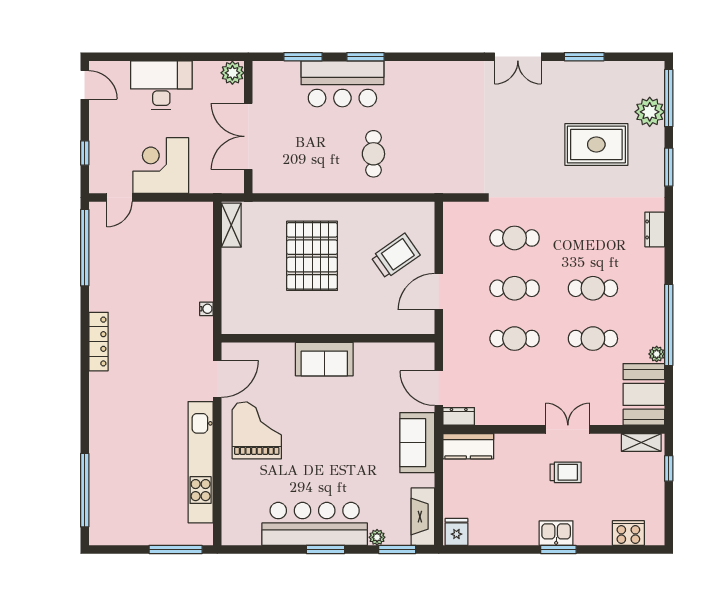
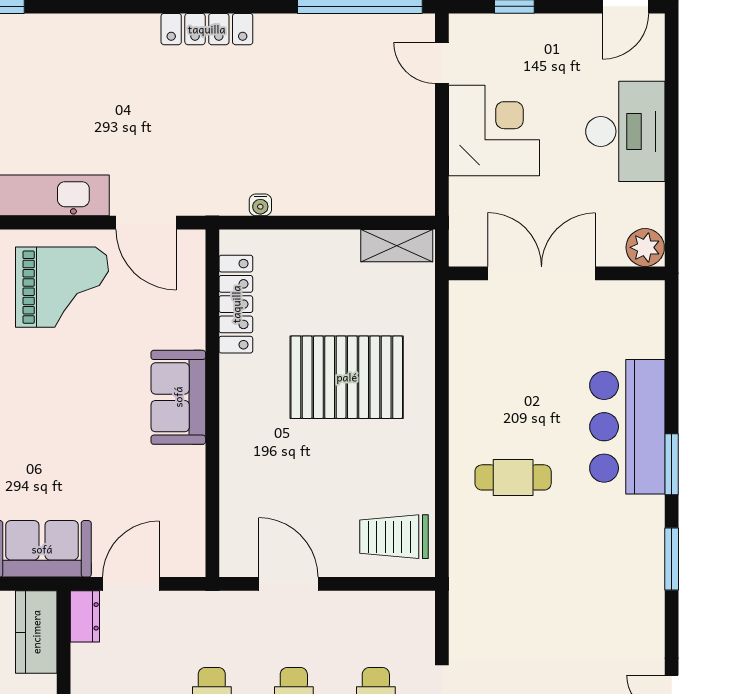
window: (303, 57) -> (672, 559), moved
trolley: (395, 256) -> (394, 537), moved, turned 125
locker: (267, 324) -> (236, 304), added

